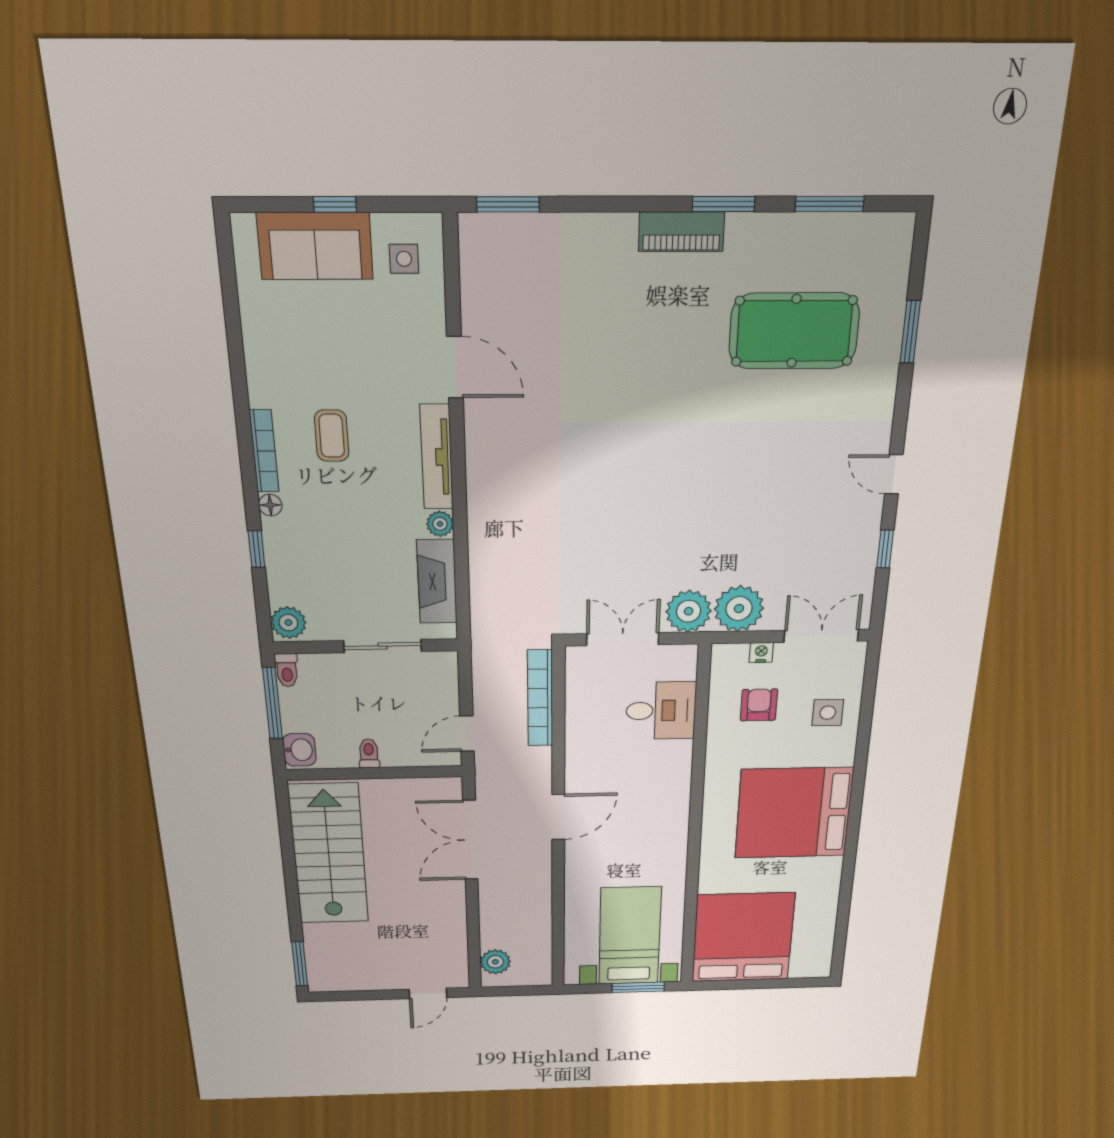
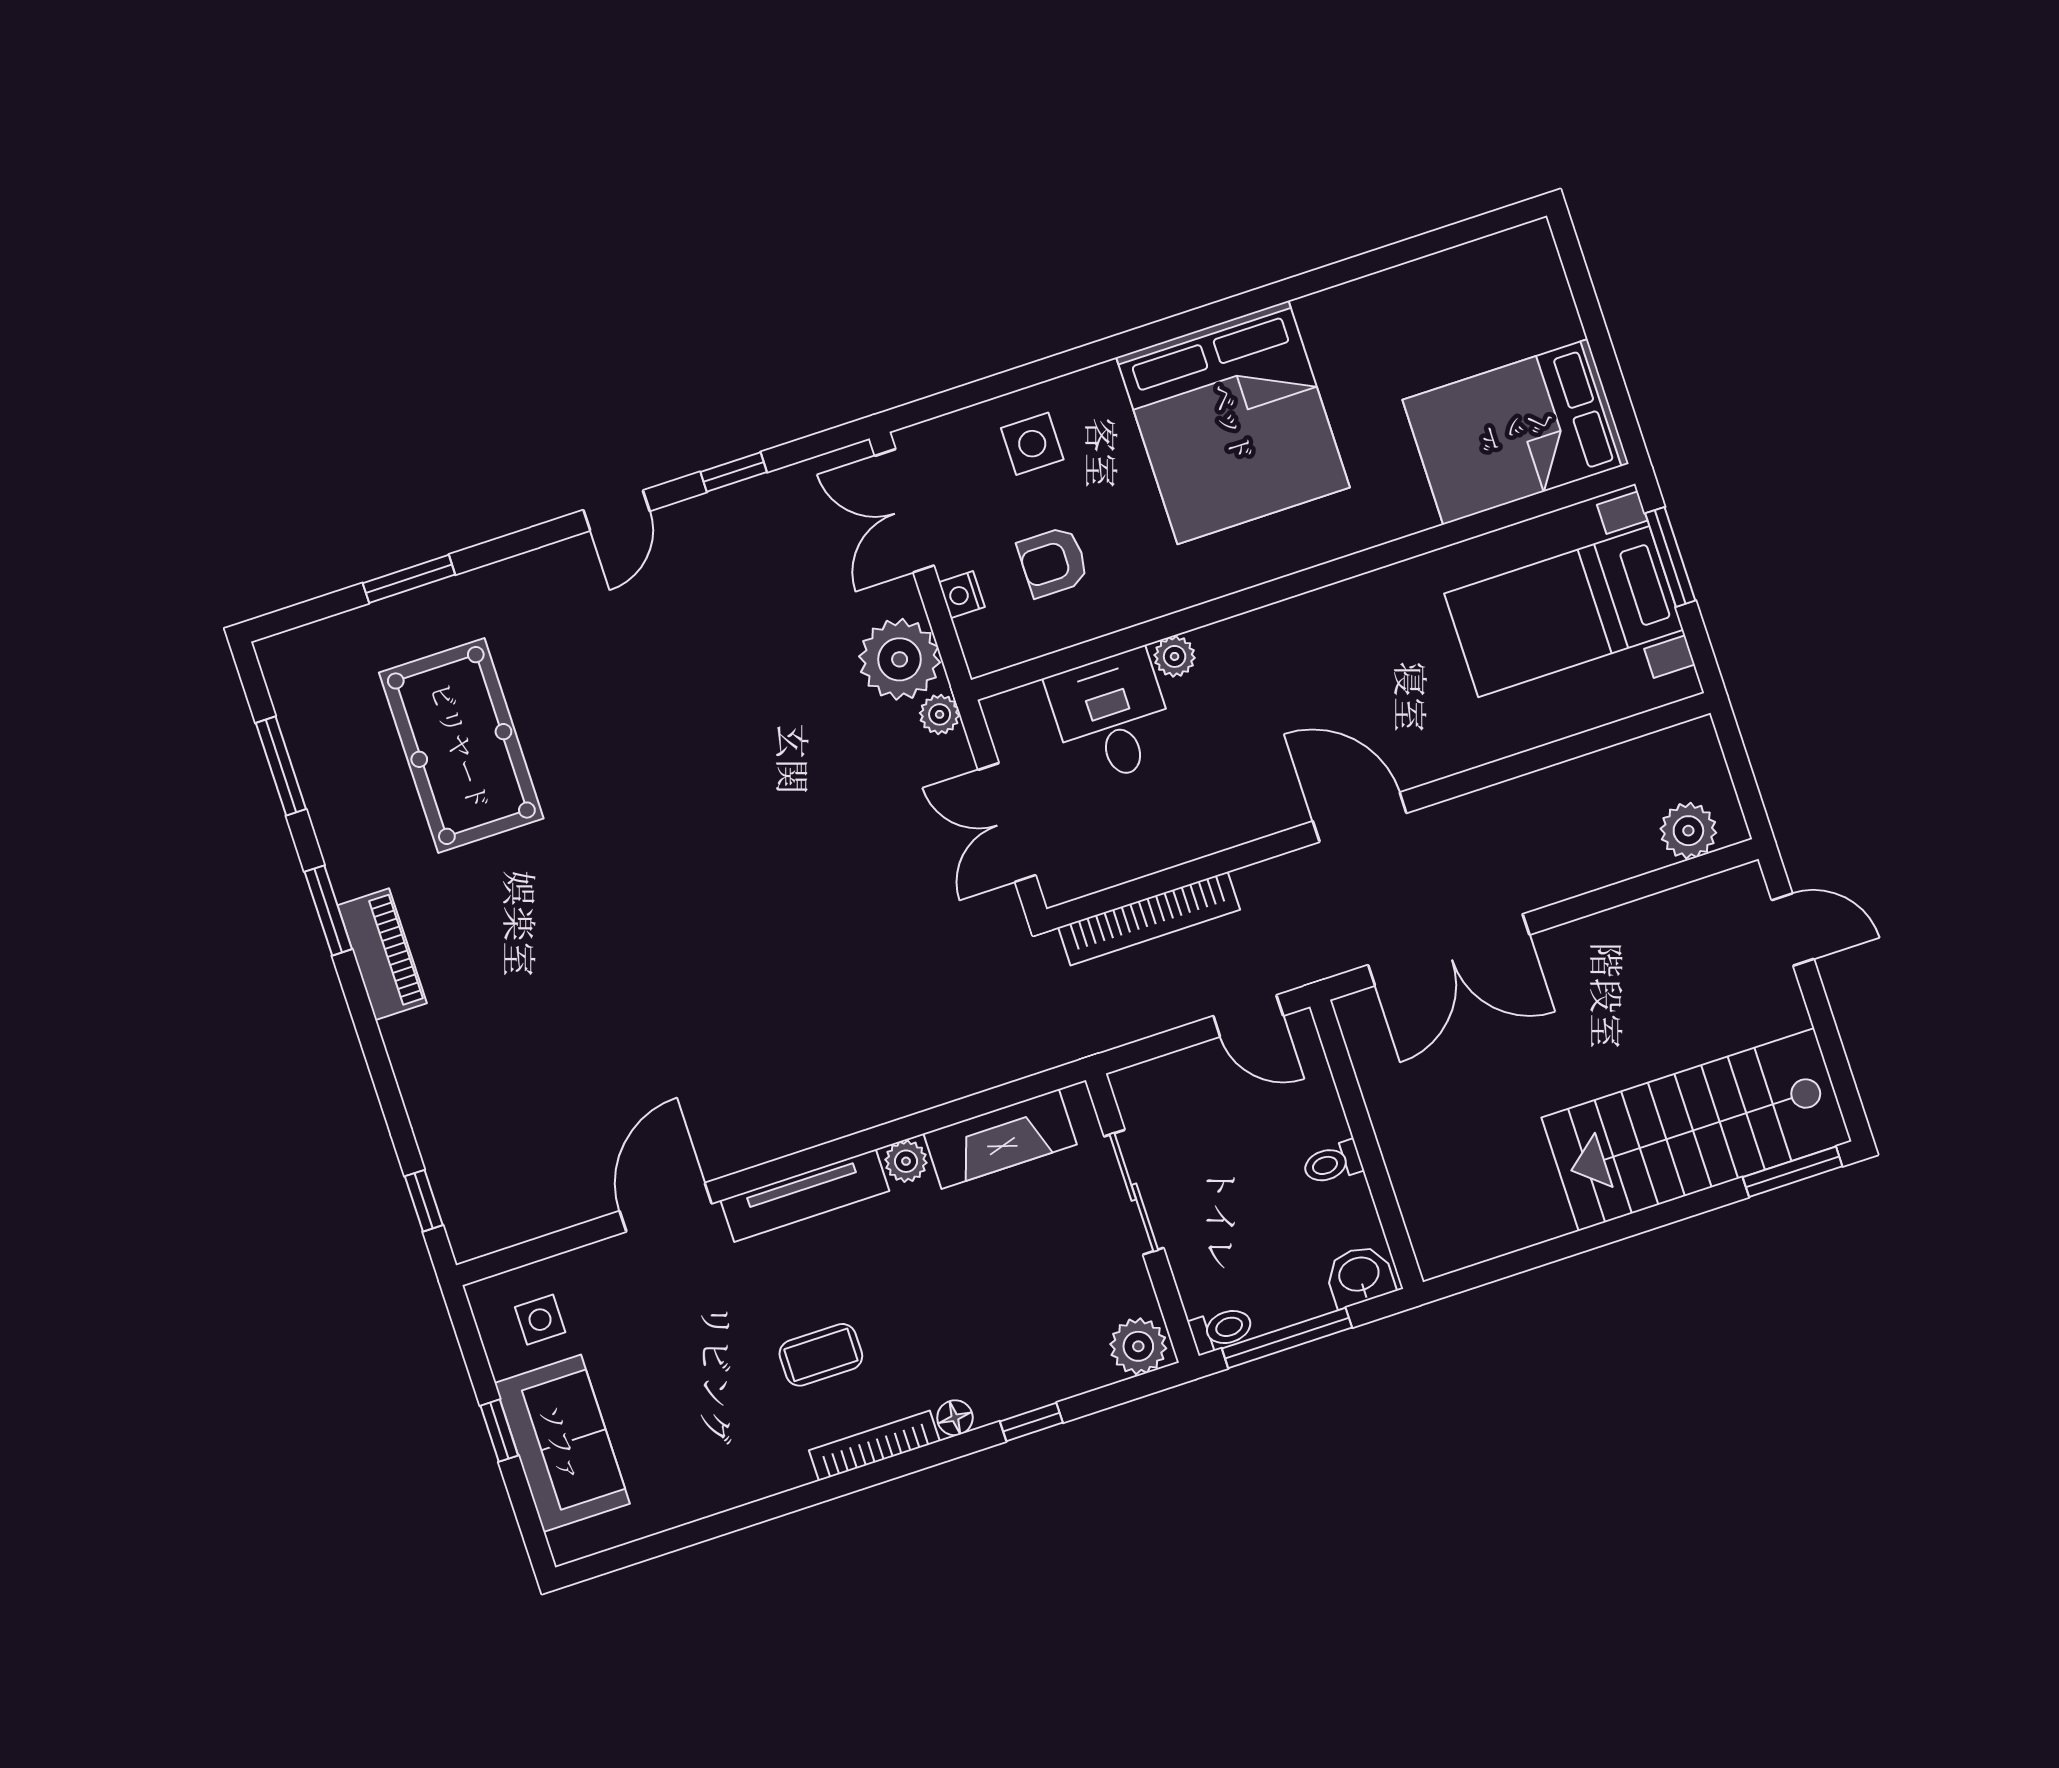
window: (508, 204) -> (424, 1201), width x0.67
plant: (689, 611) -> (940, 714), width x0.53, depth x0.53
plant: (681, 751) -> (1175, 656), added
stairs: (329, 854) -> (1697, 1129), moved
bed: (743, 937) -> (1516, 432), width x0.73

